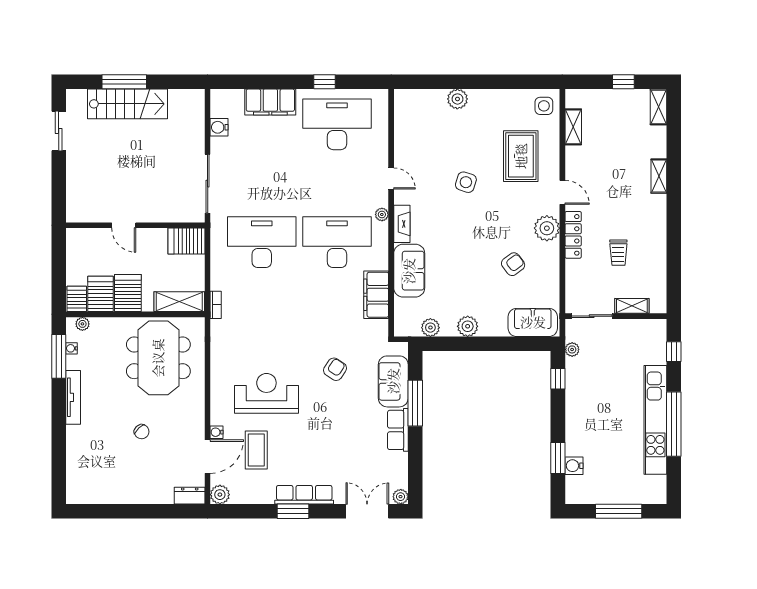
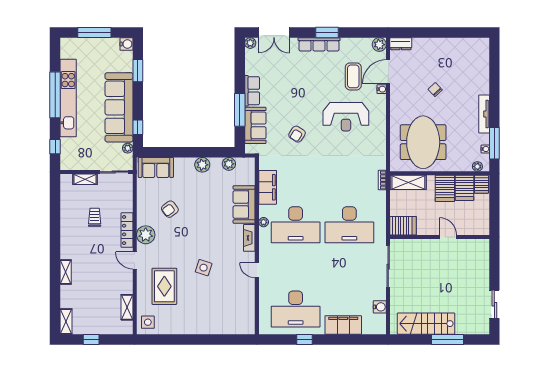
plant: (457, 99) -> (210, 327), removed
stairs: (127, 104) -> (426, 324), moved
plant: (382, 214) -> (264, 222), moved
sofa: (584, 407) -> (119, 107), added
water cooler: (574, 466) -> (126, 44), moved

